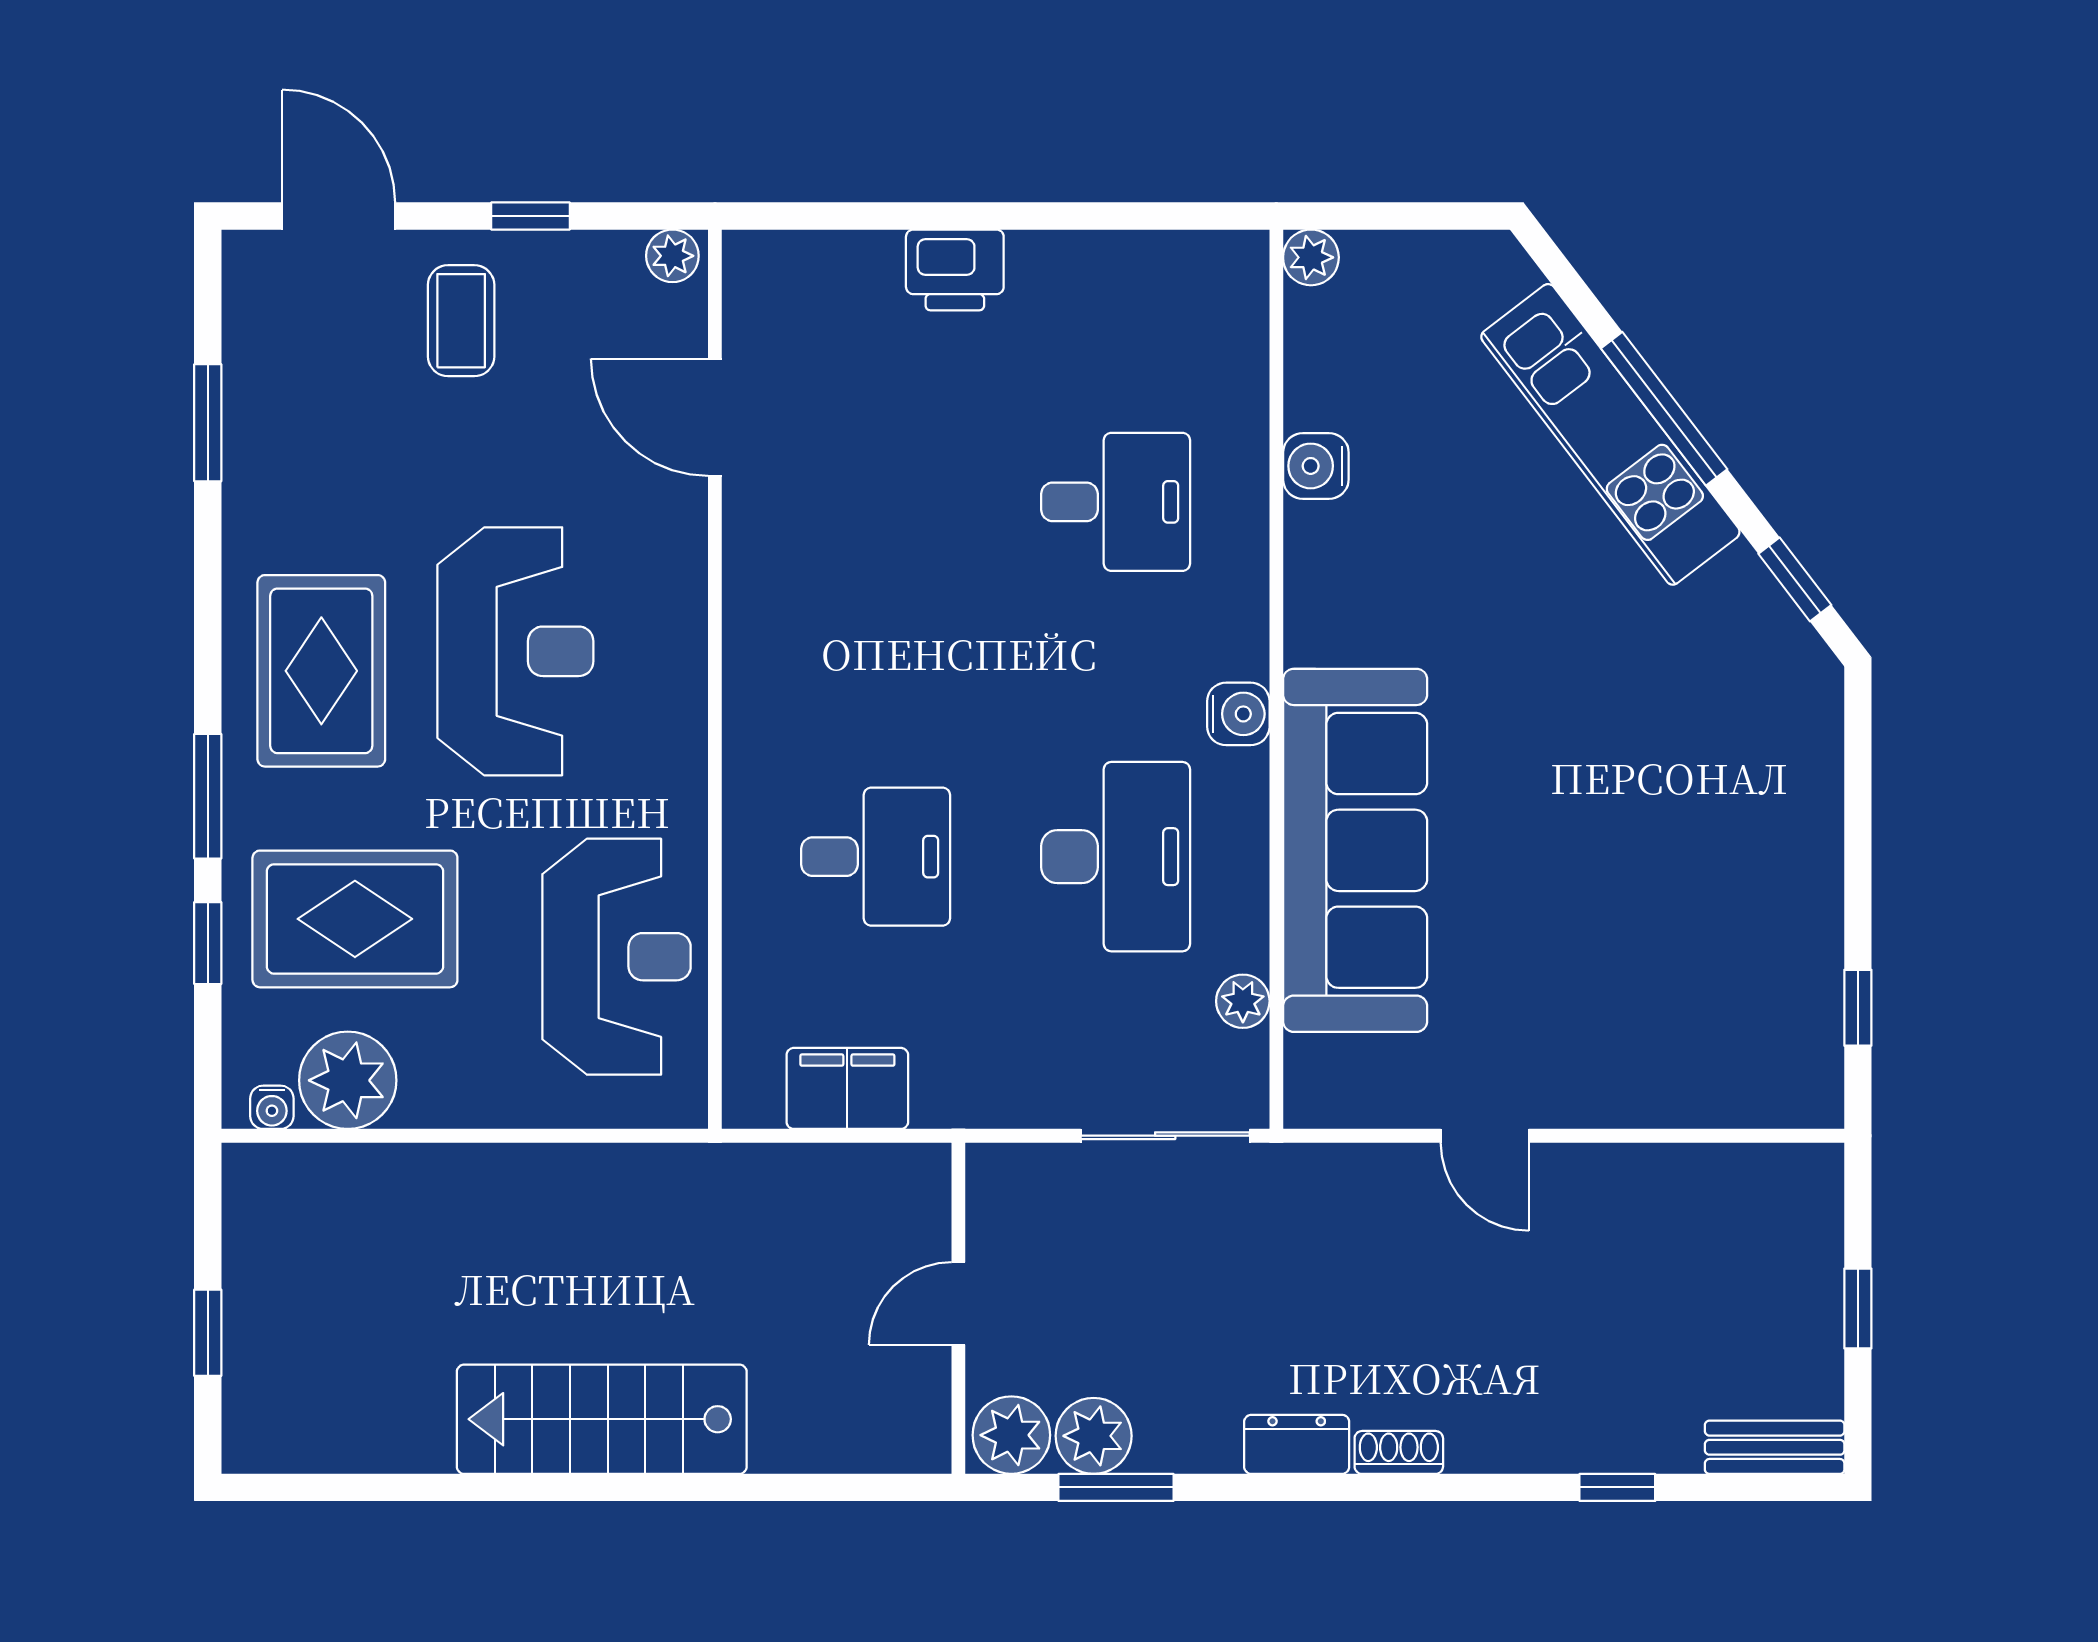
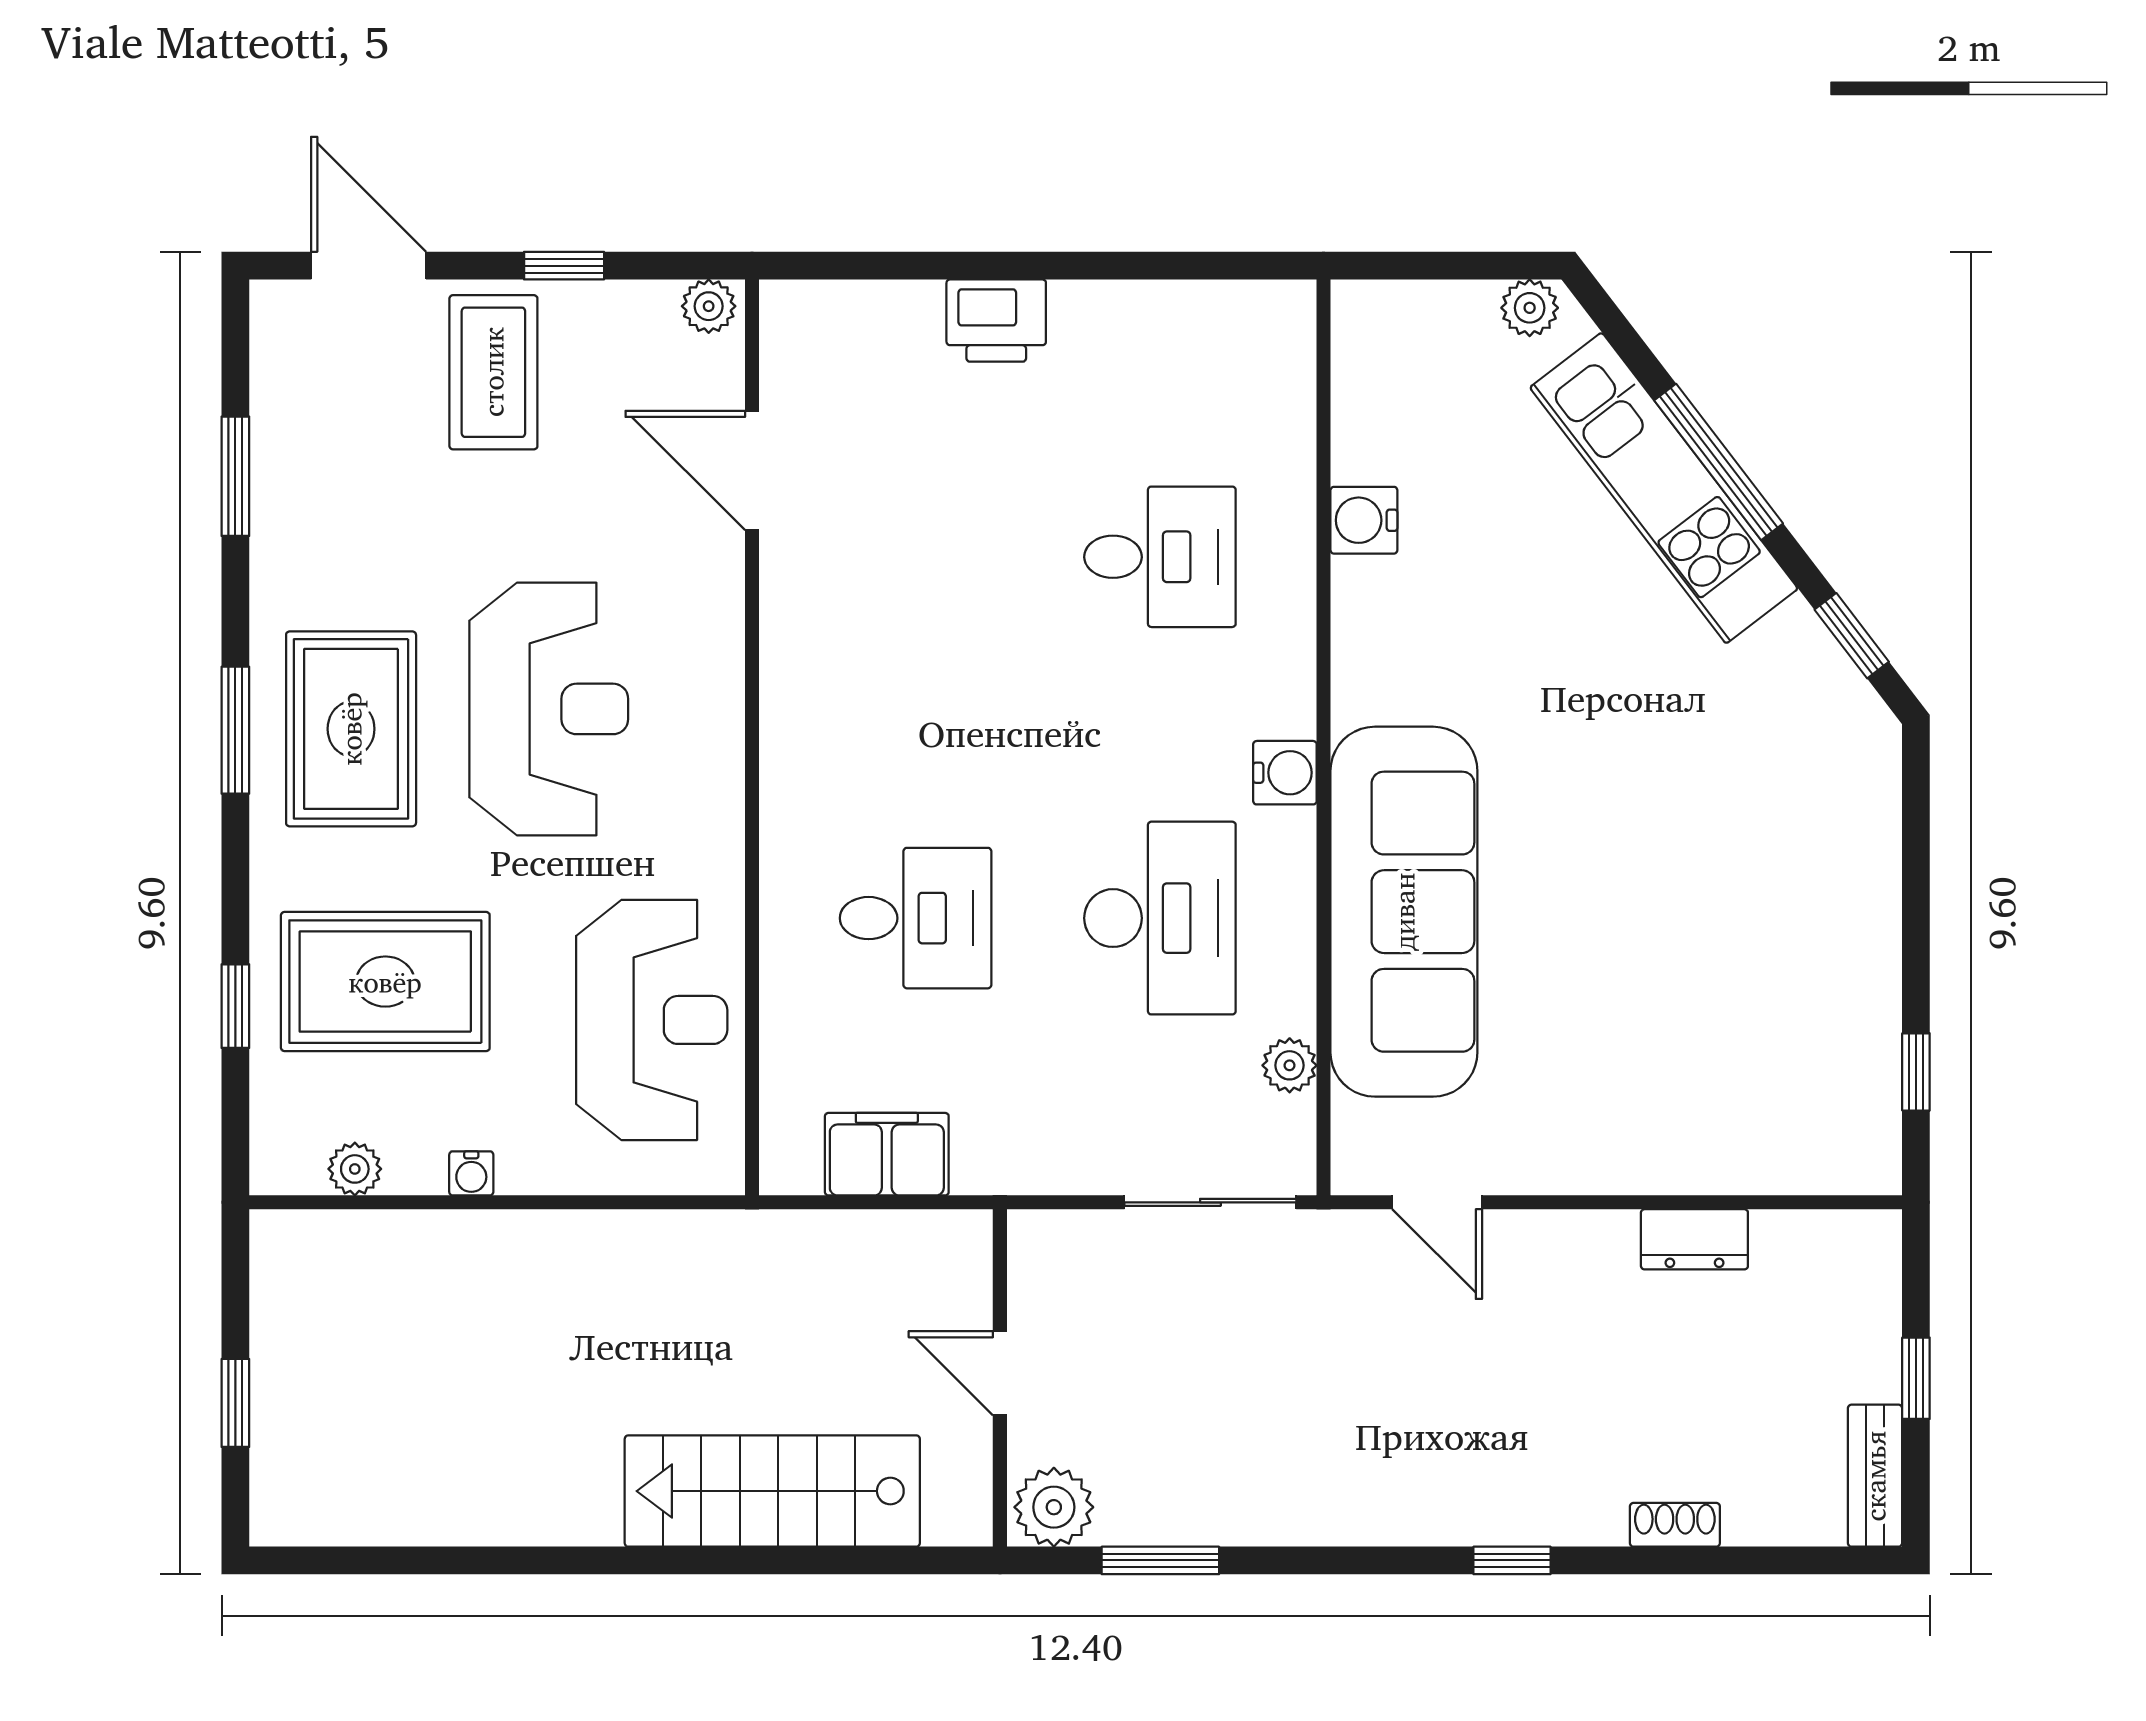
plant: (1311, 257) -> (1530, 308), moved
coffee table: (461, 321) -> (493, 372), width x1.36, depth x1.30
window: (208, 796) -> (235, 730), moved
plant: (348, 1080) -> (355, 1169), width x0.53, depth x0.53
water cooler: (272, 1107) -> (471, 1173), moved
door: (1485, 1136) -> (1437, 1202), moved
door: (958, 1304) -> (1000, 1373), hinge flipped
stairs: (602, 1419) -> (772, 1491), moved
plant: (1094, 1436) -> (1138, 1508), removed
dresser: (1297, 1444) -> (1694, 1239), moved, turned 180
bench: (1775, 1447) -> (1875, 1476), moved, turned 90
shoe rack: (1399, 1452) -> (1675, 1525), moved
window: (1617, 1487) -> (1512, 1560), moved

